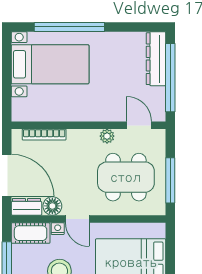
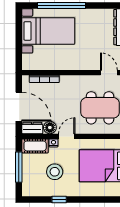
plant: (107, 136) -> (87, 80), removed
door: (77, 219) -> (67, 136), swing flipped

